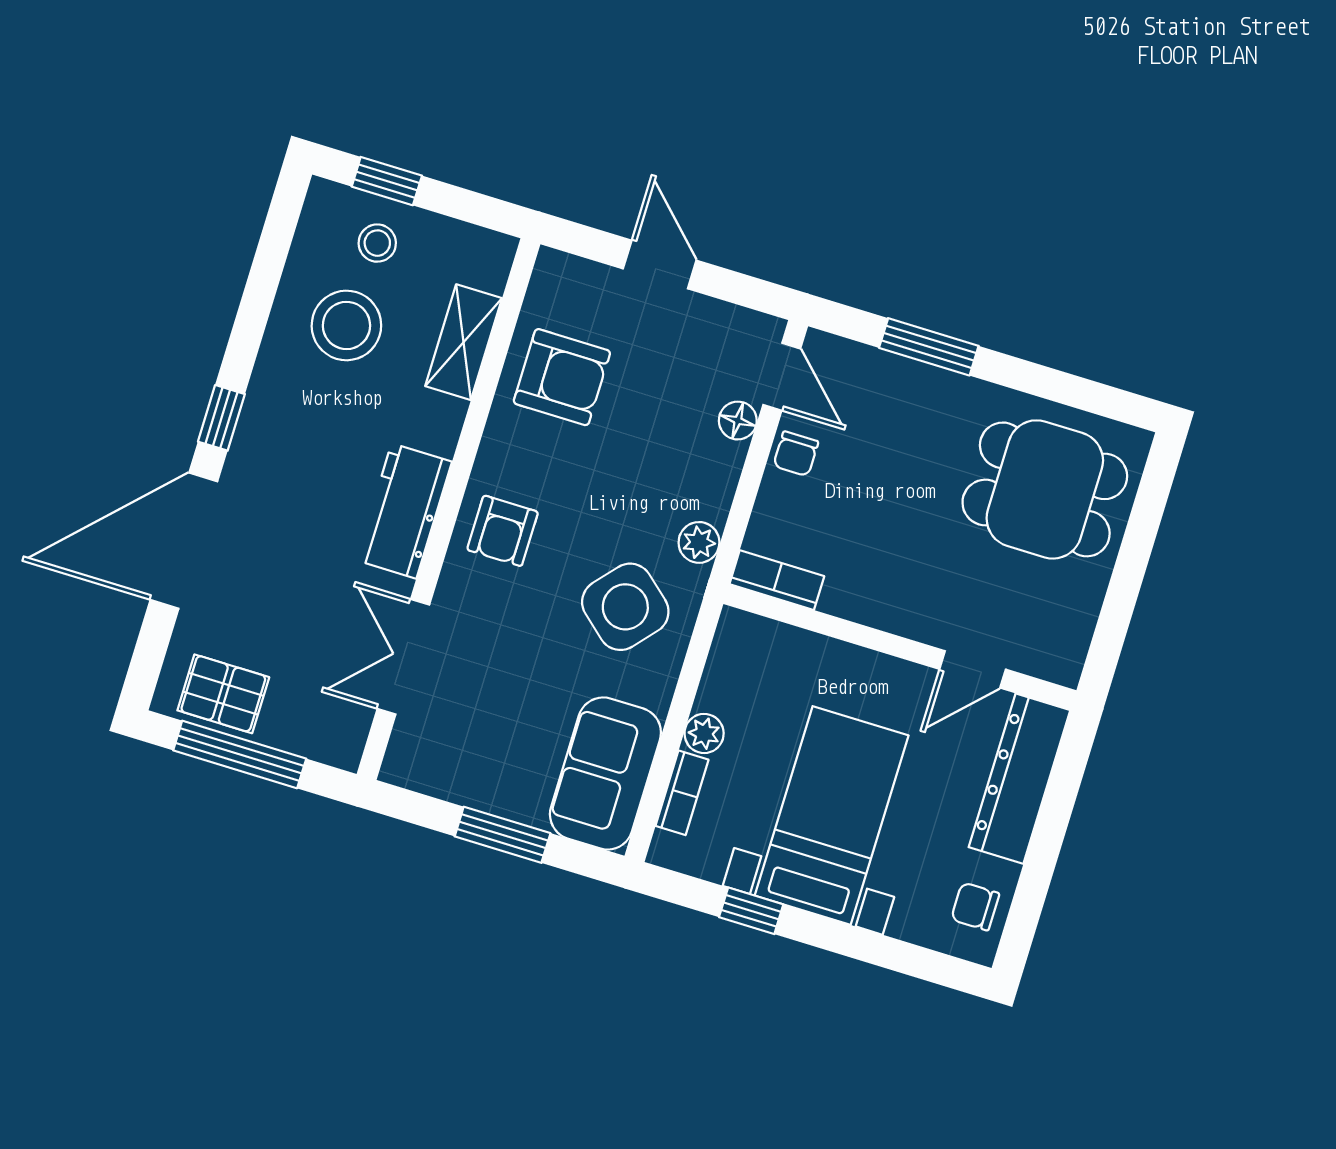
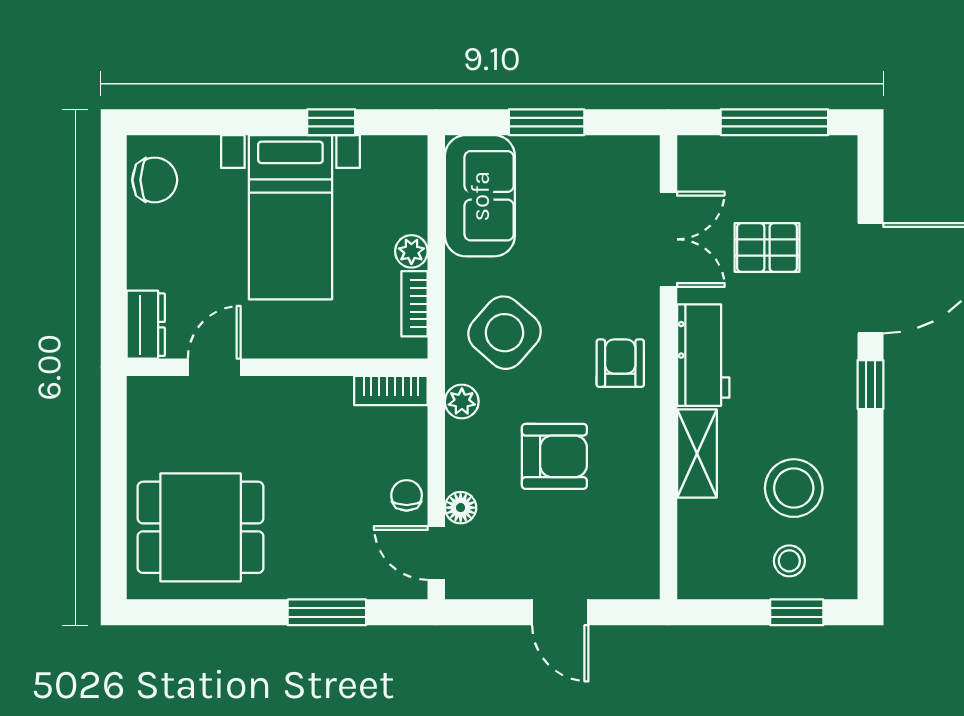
shelving: (464, 342) -> (697, 453), moved
armchair: (562, 377) -> (554, 456), moved, turned 180
pallet: (223, 694) -> (767, 248), moved
dresser: (1020, 779) -> (146, 325), width x0.51, depth x0.80
bookcase: (682, 793) -> (415, 304), moved
chair: (975, 906) -> (155, 180), width x1.37, depth x1.37

